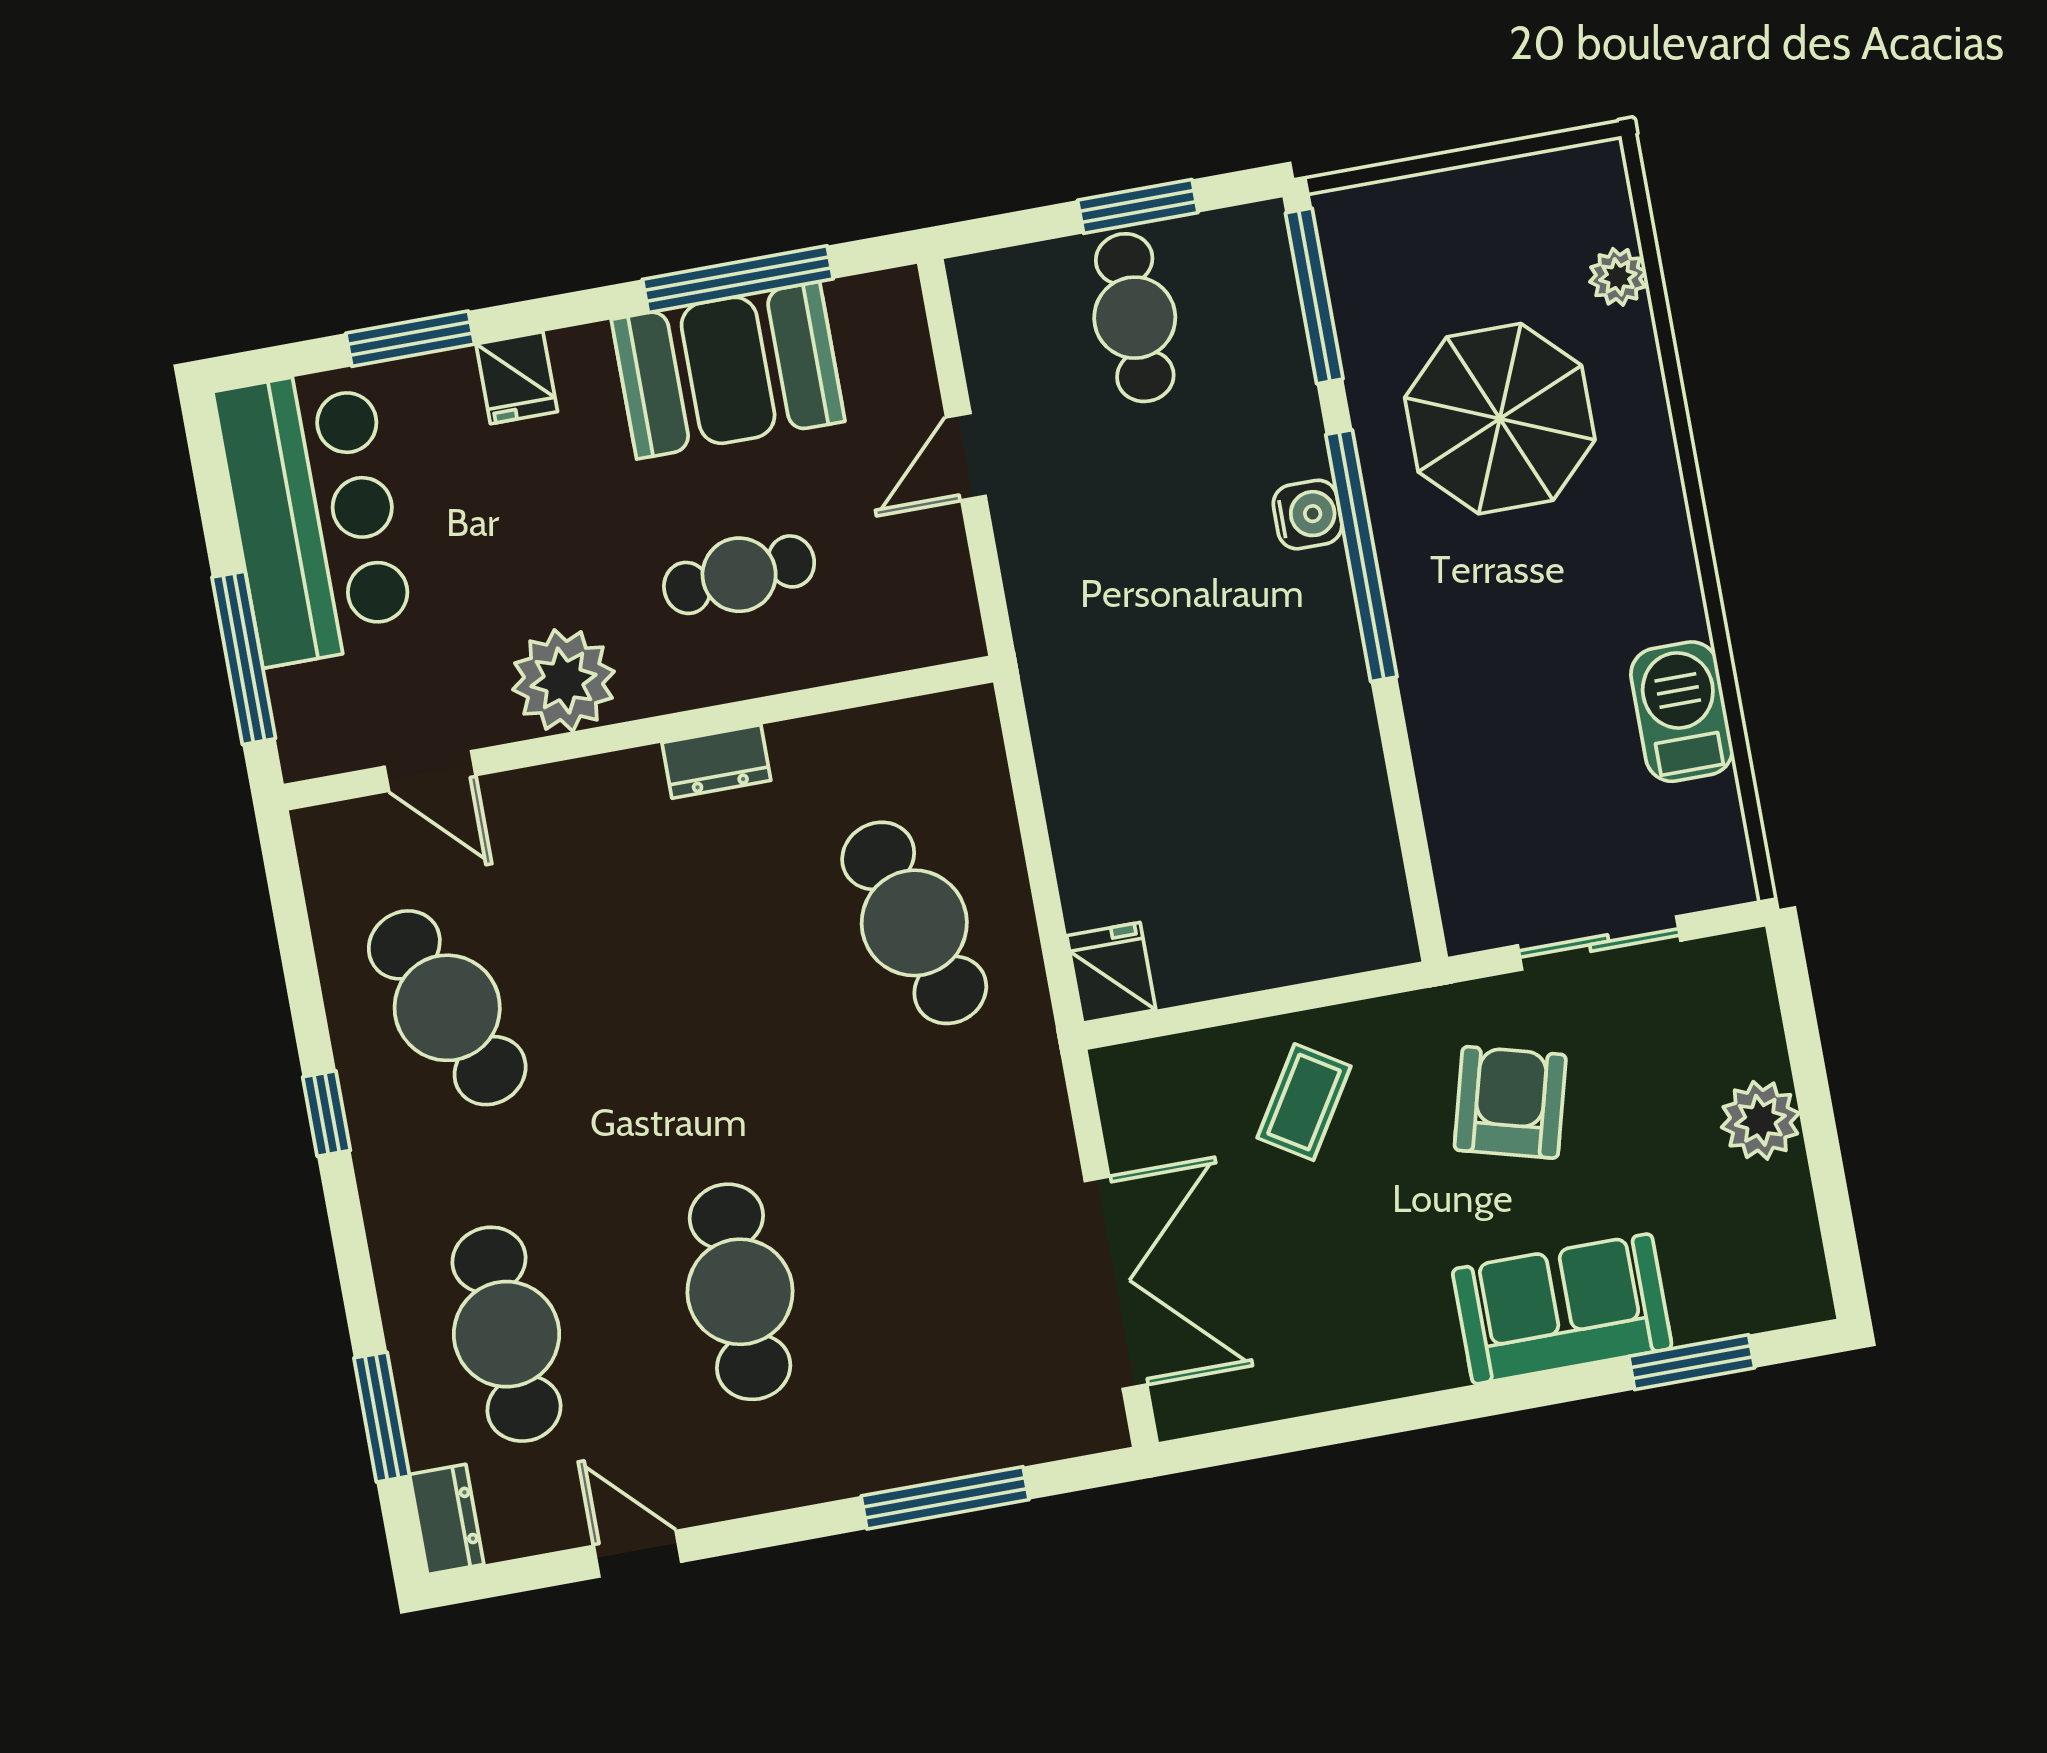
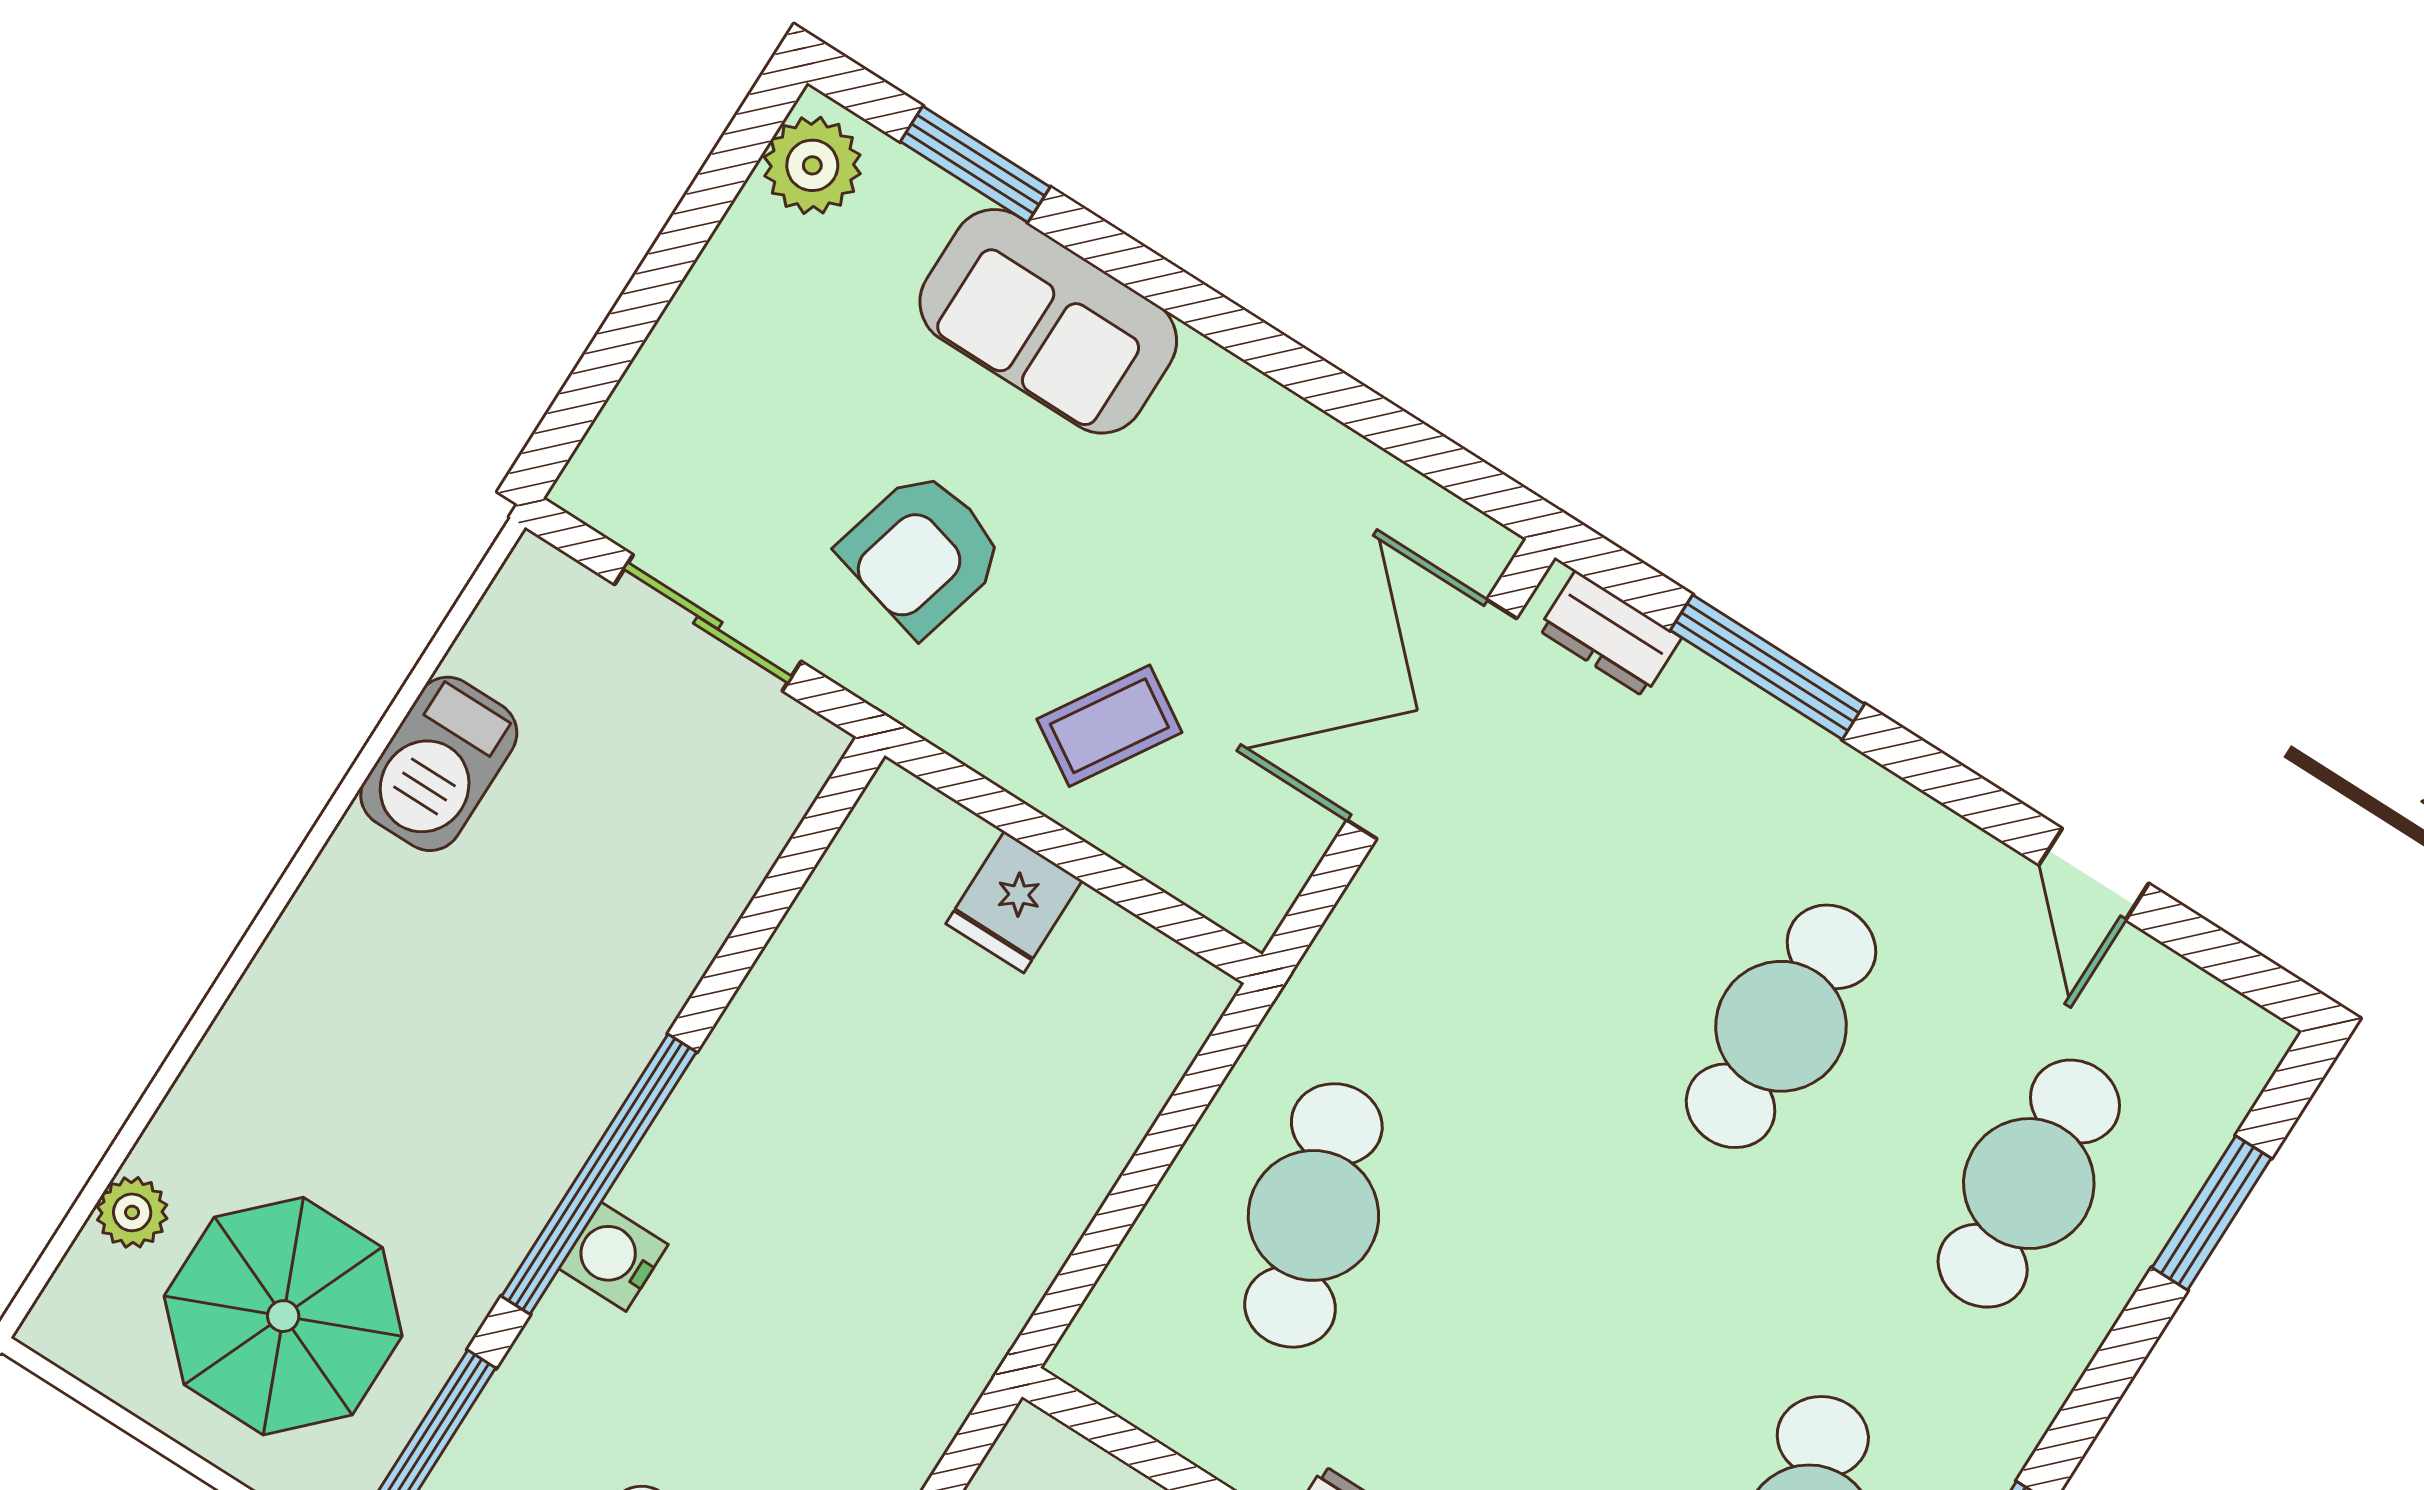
parasol: (1500, 419) -> (283, 1316), moved
fridge: (1111, 973) -> (1014, 902), moved
plant: (1760, 1120) -> (812, 165), moved
dresser: (447, 1519) -> (1610, 634), moved, turned -90

